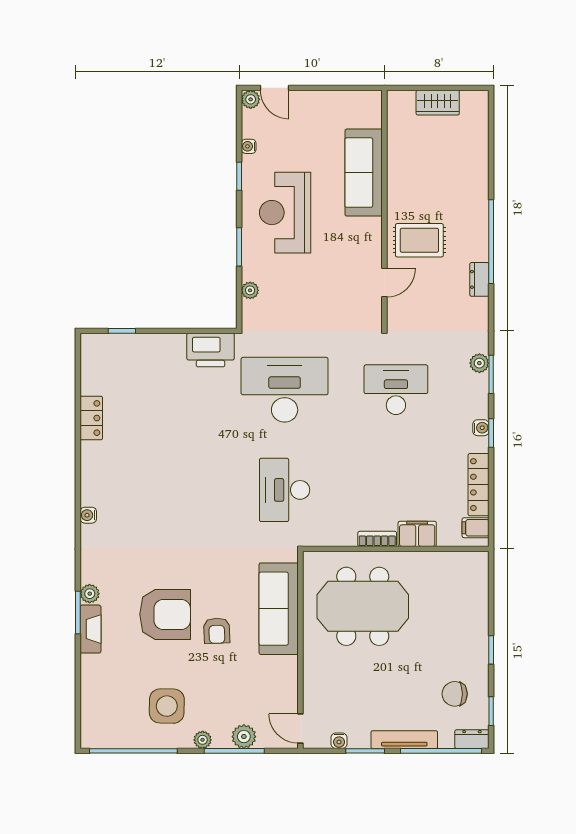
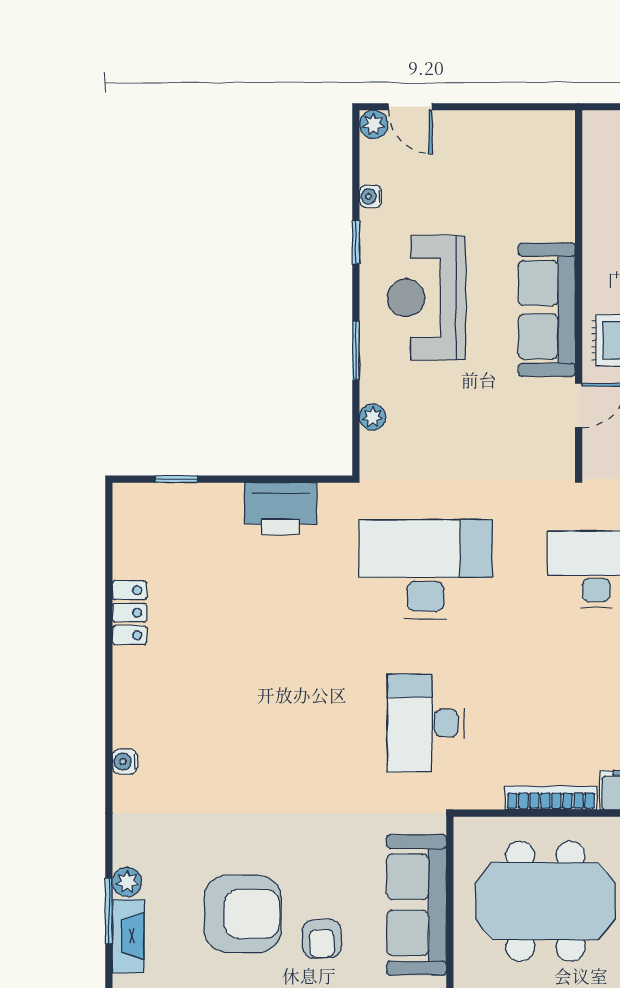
sofa: (364, 173) -> (547, 310), moved
printer: (211, 350) -> (280, 509), moved
bookcase: (377, 539) -> (551, 798), width x1.56

